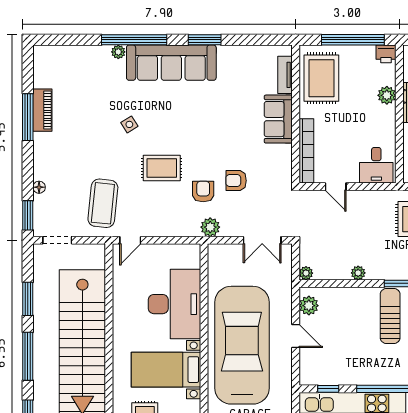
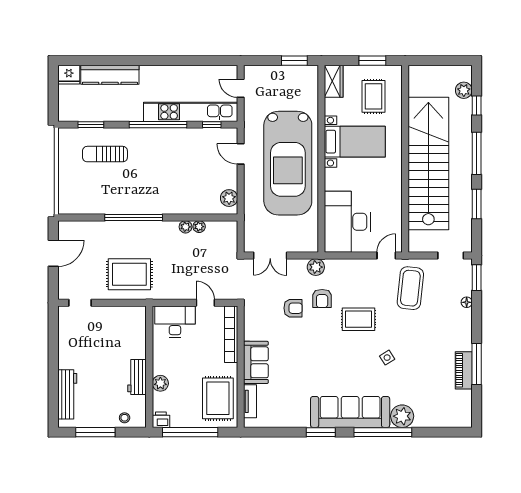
plant: (118, 52) -> (402, 416), width x1.88, depth x1.88
desk: (376, 165) -> (175, 322), width x1.37
double door: (262, 240) -> (270, 256), swing flipped
plant: (306, 273) -> (199, 227), moved
desk: (174, 304) -> (347, 222), moved
sun lounger: (390, 316) -> (157, 189), removed
door: (296, 336) -> (241, 154), moved

